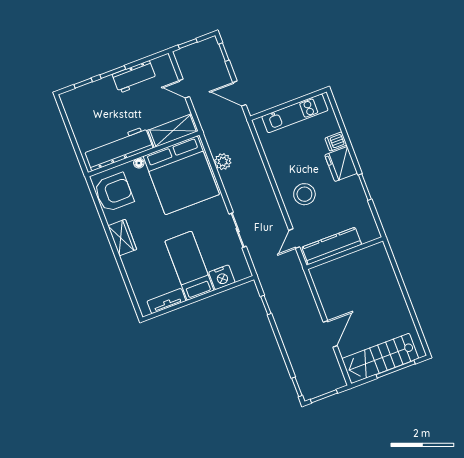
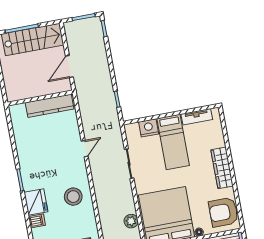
stool: (304, 194) -> (73, 197), moved
wardrobe: (122, 238) -> (222, 168), width x1.50
kitchen counter: (332, 246) -> (50, 106), moved
wall: (345, 253) -> (40, 98), moved

